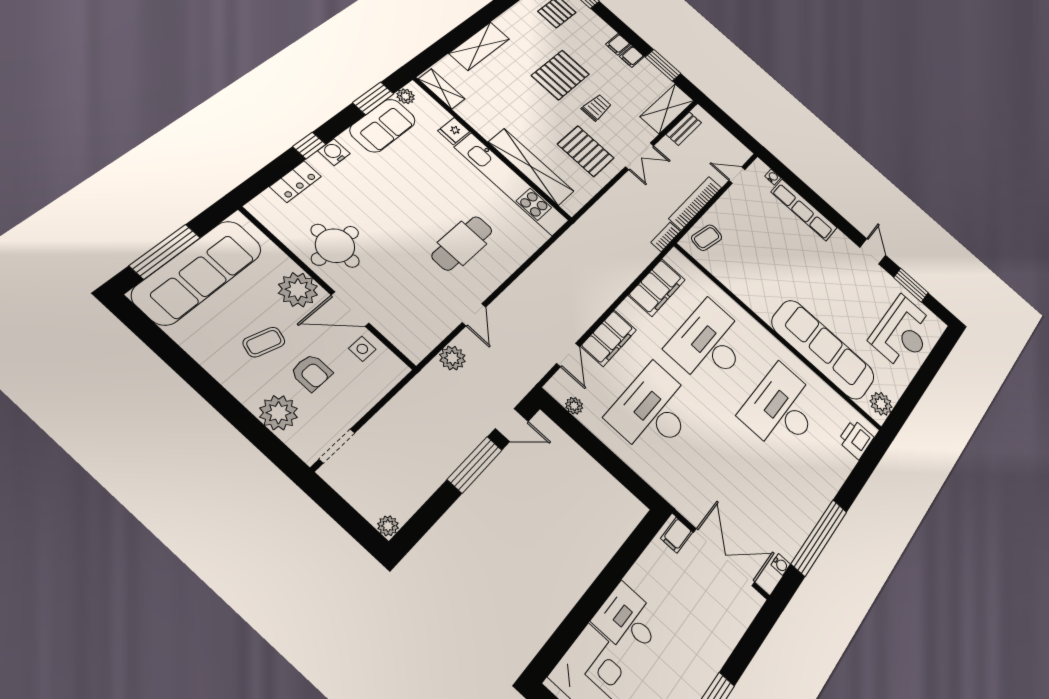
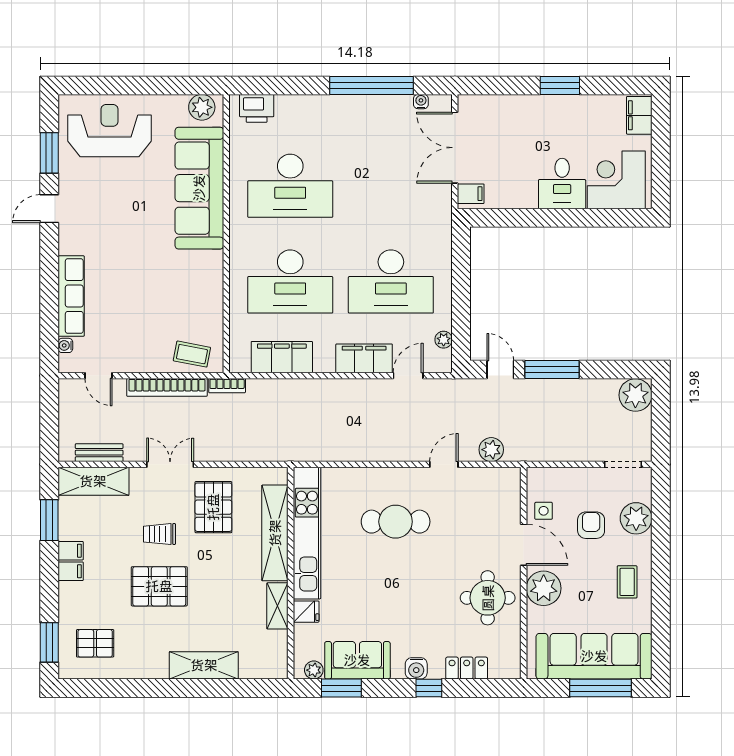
shelving: (442, 89) -> (277, 606), moved
coffee table: (264, 342) -> (627, 582), moved, turned 73
plant: (388, 526) -> (635, 395), width x1.88, depth x1.88

